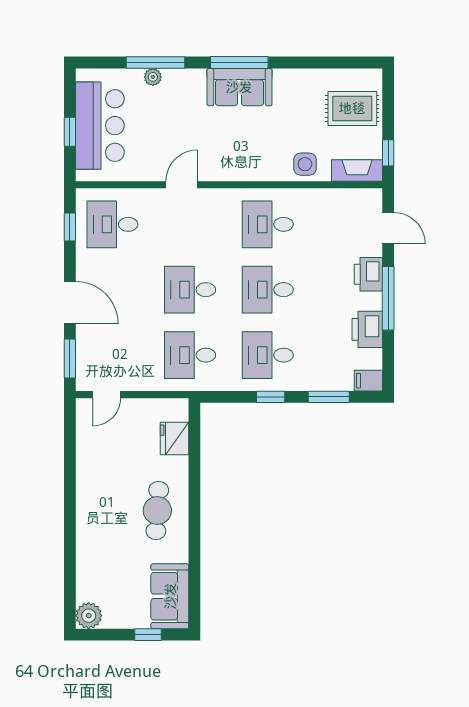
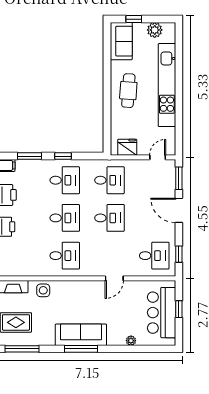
window: (156, 63) -> (22, 349), moved
sofa: (239, 87) -> (81, 335), width x1.36
fridge: (174, 439) -> (127, 147), moved, turned -90
kitchen unit: (90, 520) -> (167, 85), added
plant: (89, 616) -> (155, 30), moved

